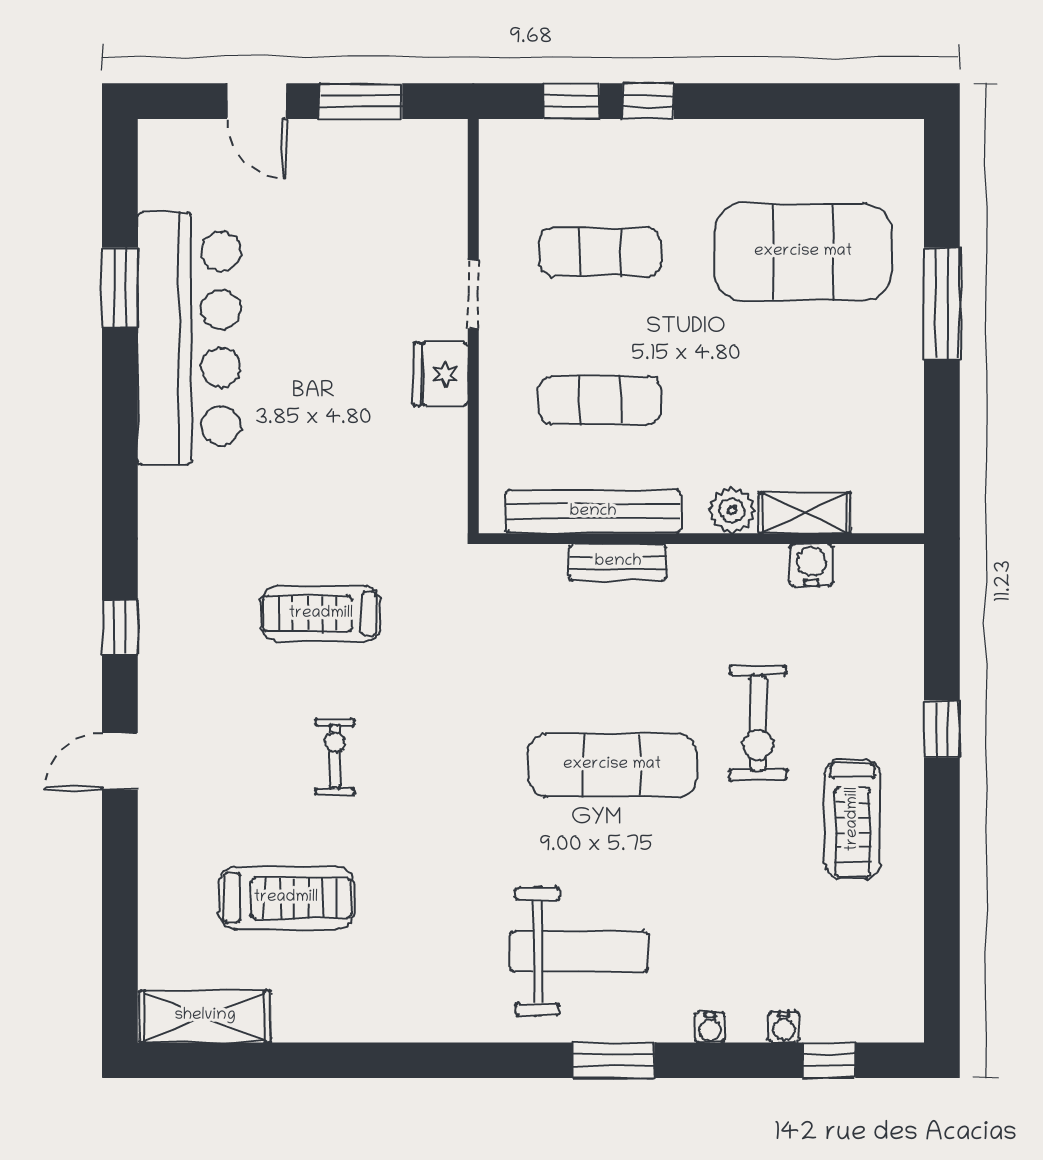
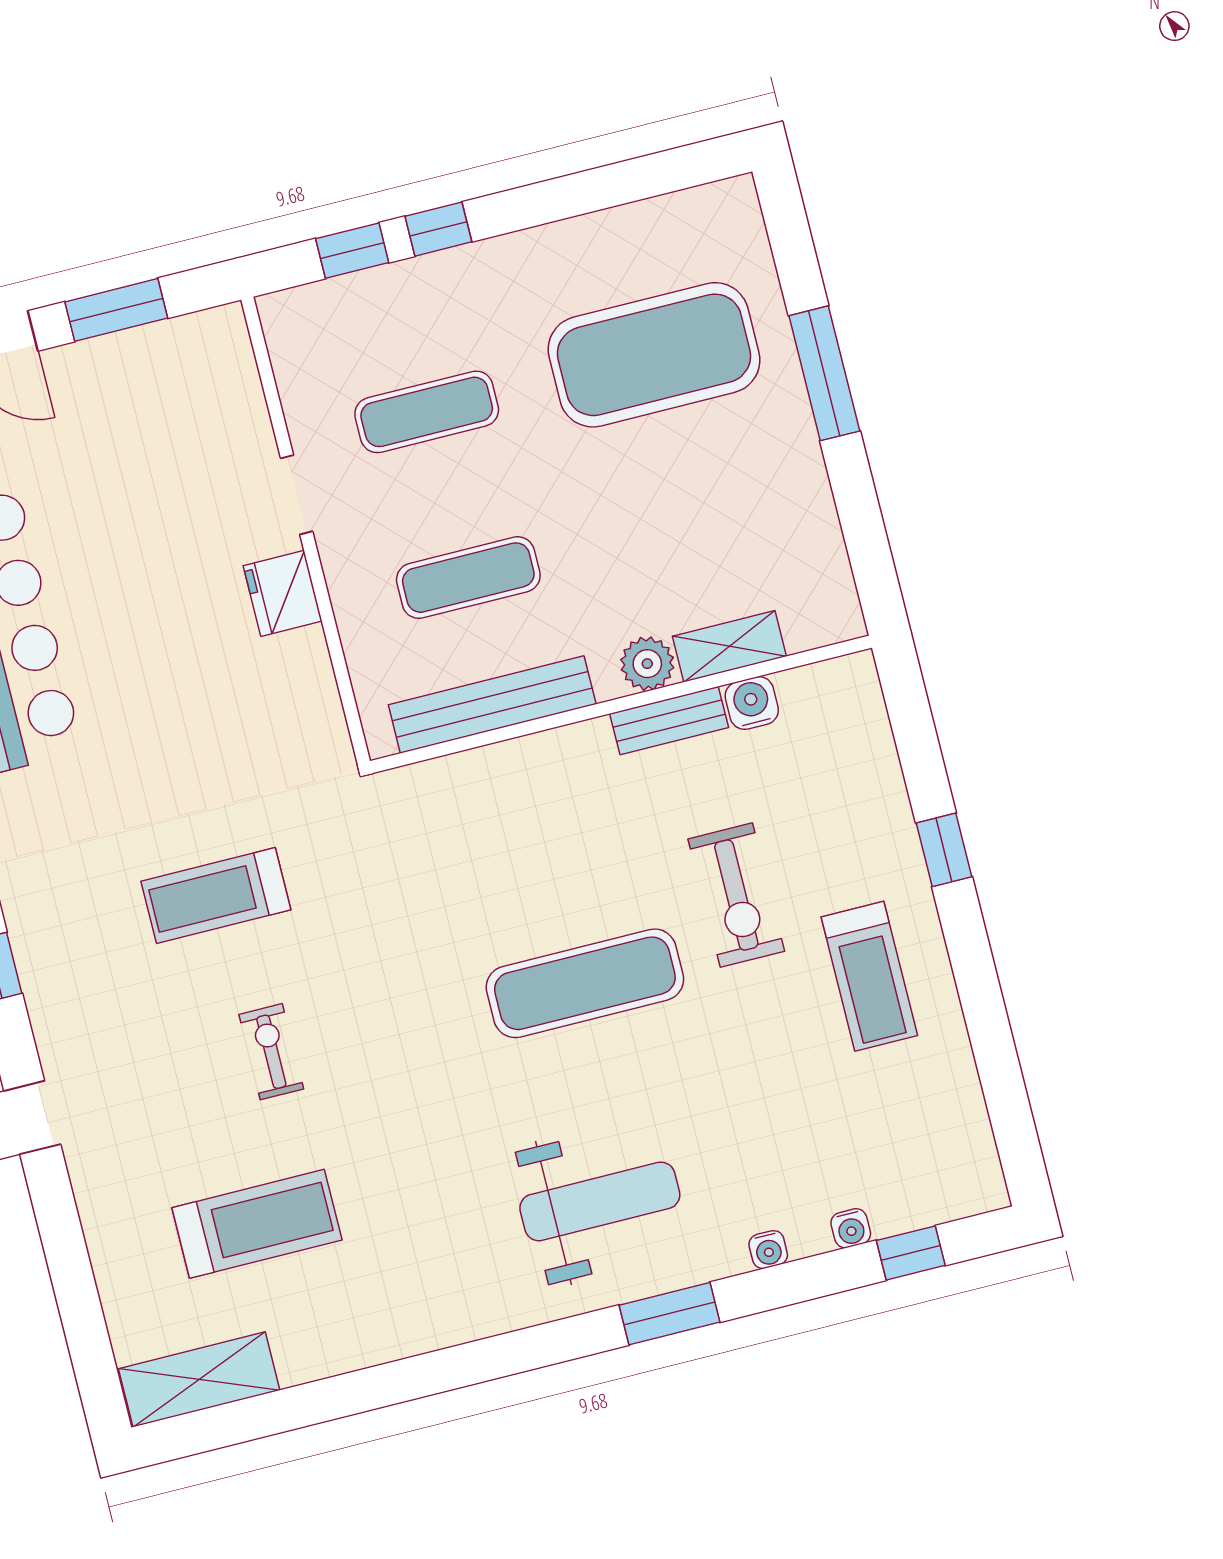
bench: (618, 562) -> (669, 721), moved

